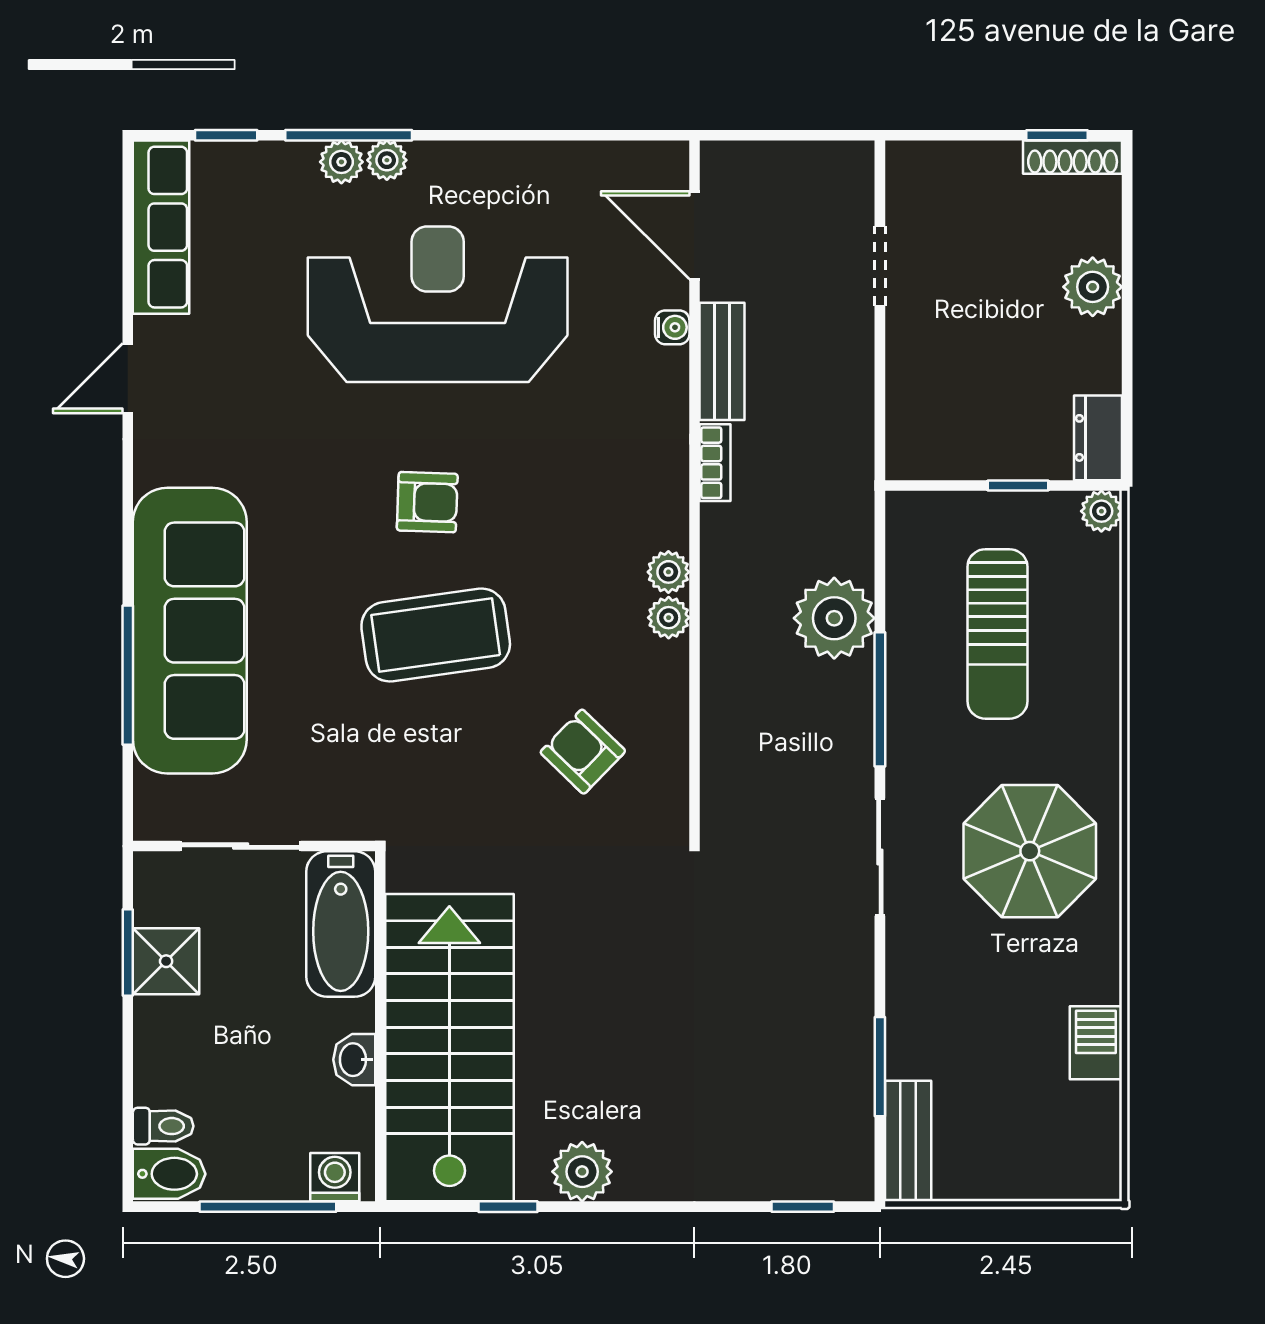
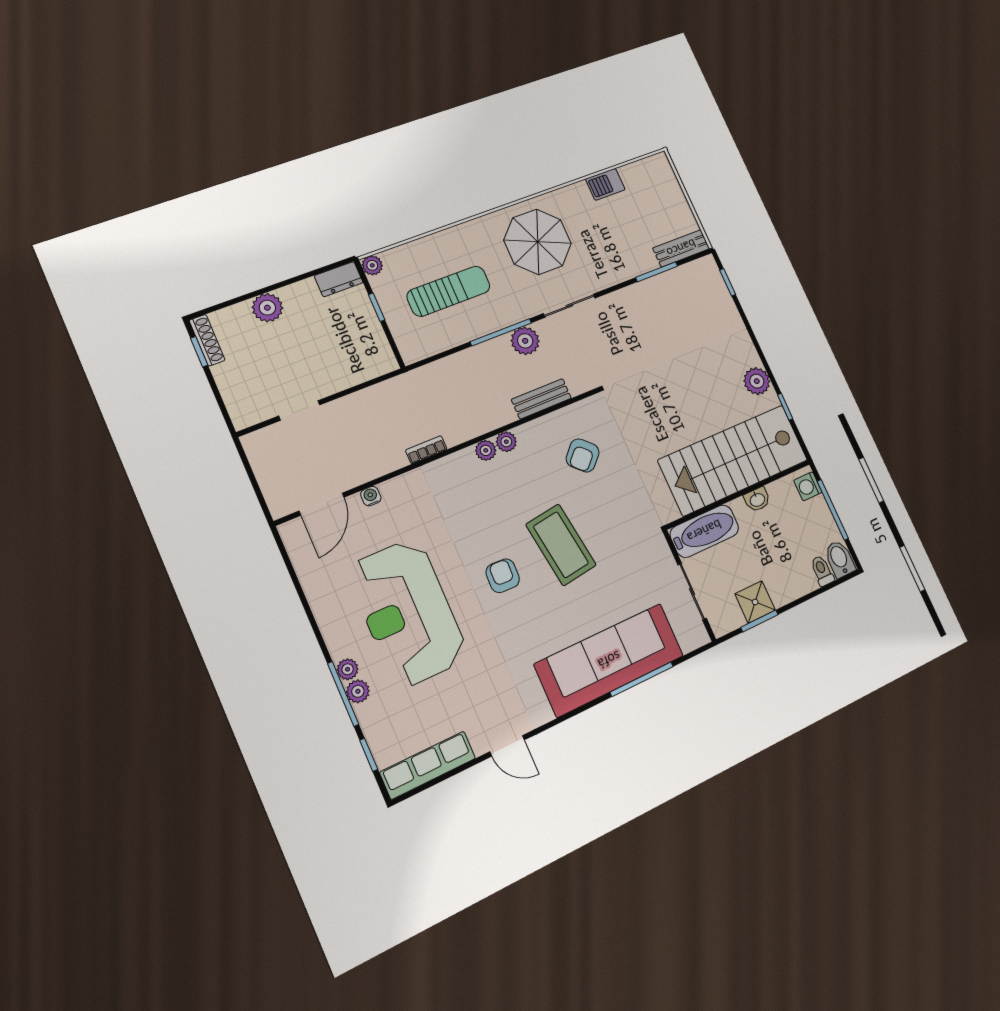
bench: (722, 361) -> (541, 399), moved
plant: (834, 618) -> (525, 341), moved, width x0.73, depth x0.73

